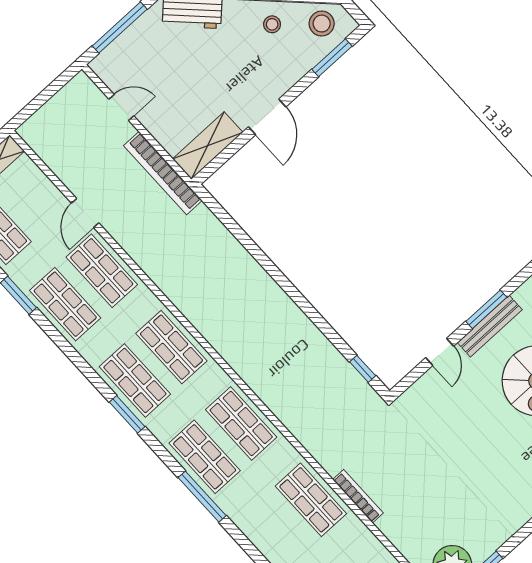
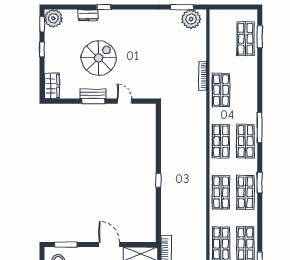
door: (267, 117) -> (109, 245), hinge flipped
bench: (490, 326) -> (93, 94), width x0.73
door: (440, 352) -> (125, 101), hinge flipped
window: (363, 369) -> (158, 180), moved

